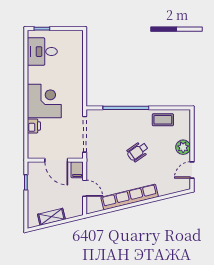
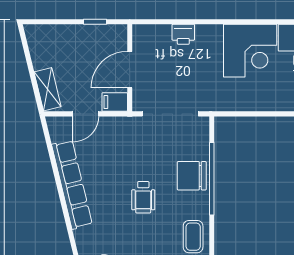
corner desk: (44, 101) -> (250, 51), moved
chair: (124, 121) -> (192, 176), added
wheelchair: (138, 152) -> (143, 197), turned -145
shelving: (51, 217) -> (48, 89), moved

